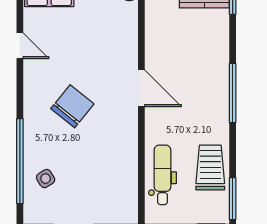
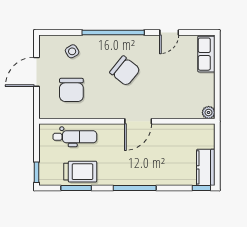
window: (20, 161) -> (113, 33), moved
chair: (98, 179) -> (71, 90), added
window: (233, 199) -> (76, 188), moved

